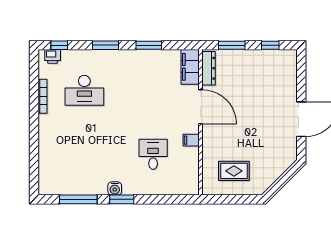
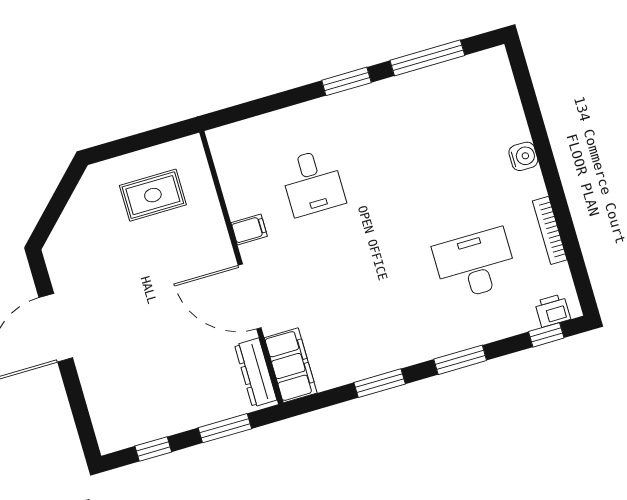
water cooler: (115, 188) -> (523, 156), moved, turned 90

